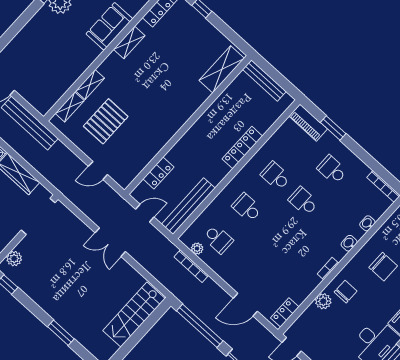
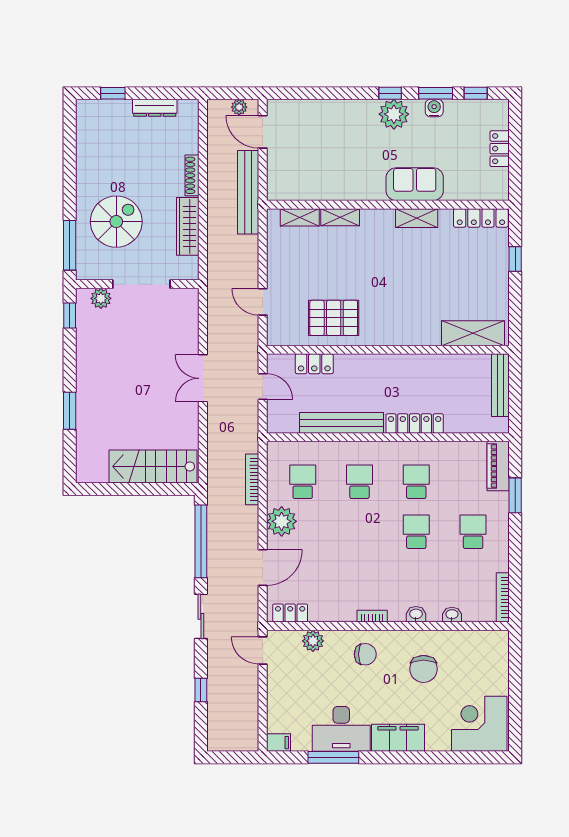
pallet: (106, 121) -> (334, 318), moved
bench: (188, 206) -> (342, 423), moved
doorway: (38, 216) -> (141, 284), moved
school desk: (218, 239) -> (303, 482), turned 180
plant: (197, 249) -> (282, 521), moved, width x1.88, depth x1.88
plant: (323, 301) -> (313, 641), moved
door: (245, 305) -> (263, 567), swing flipped

